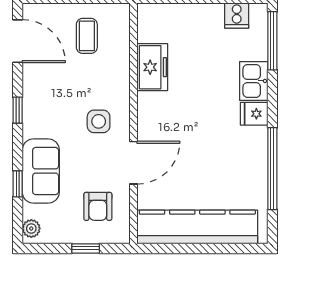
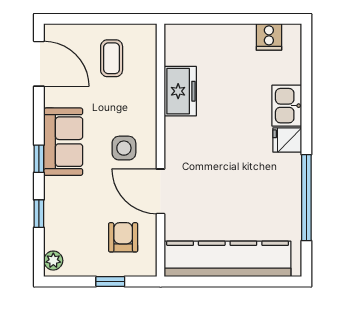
window: (272, 41) -> (306, 63), removed
window: (18, 110) -> (39, 159), moved
door: (134, 163) -> (161, 191), swing flipped
sofa: (41, 171) -> (63, 142), moved
armchair: (98, 206) -> (123, 237), turned 180

